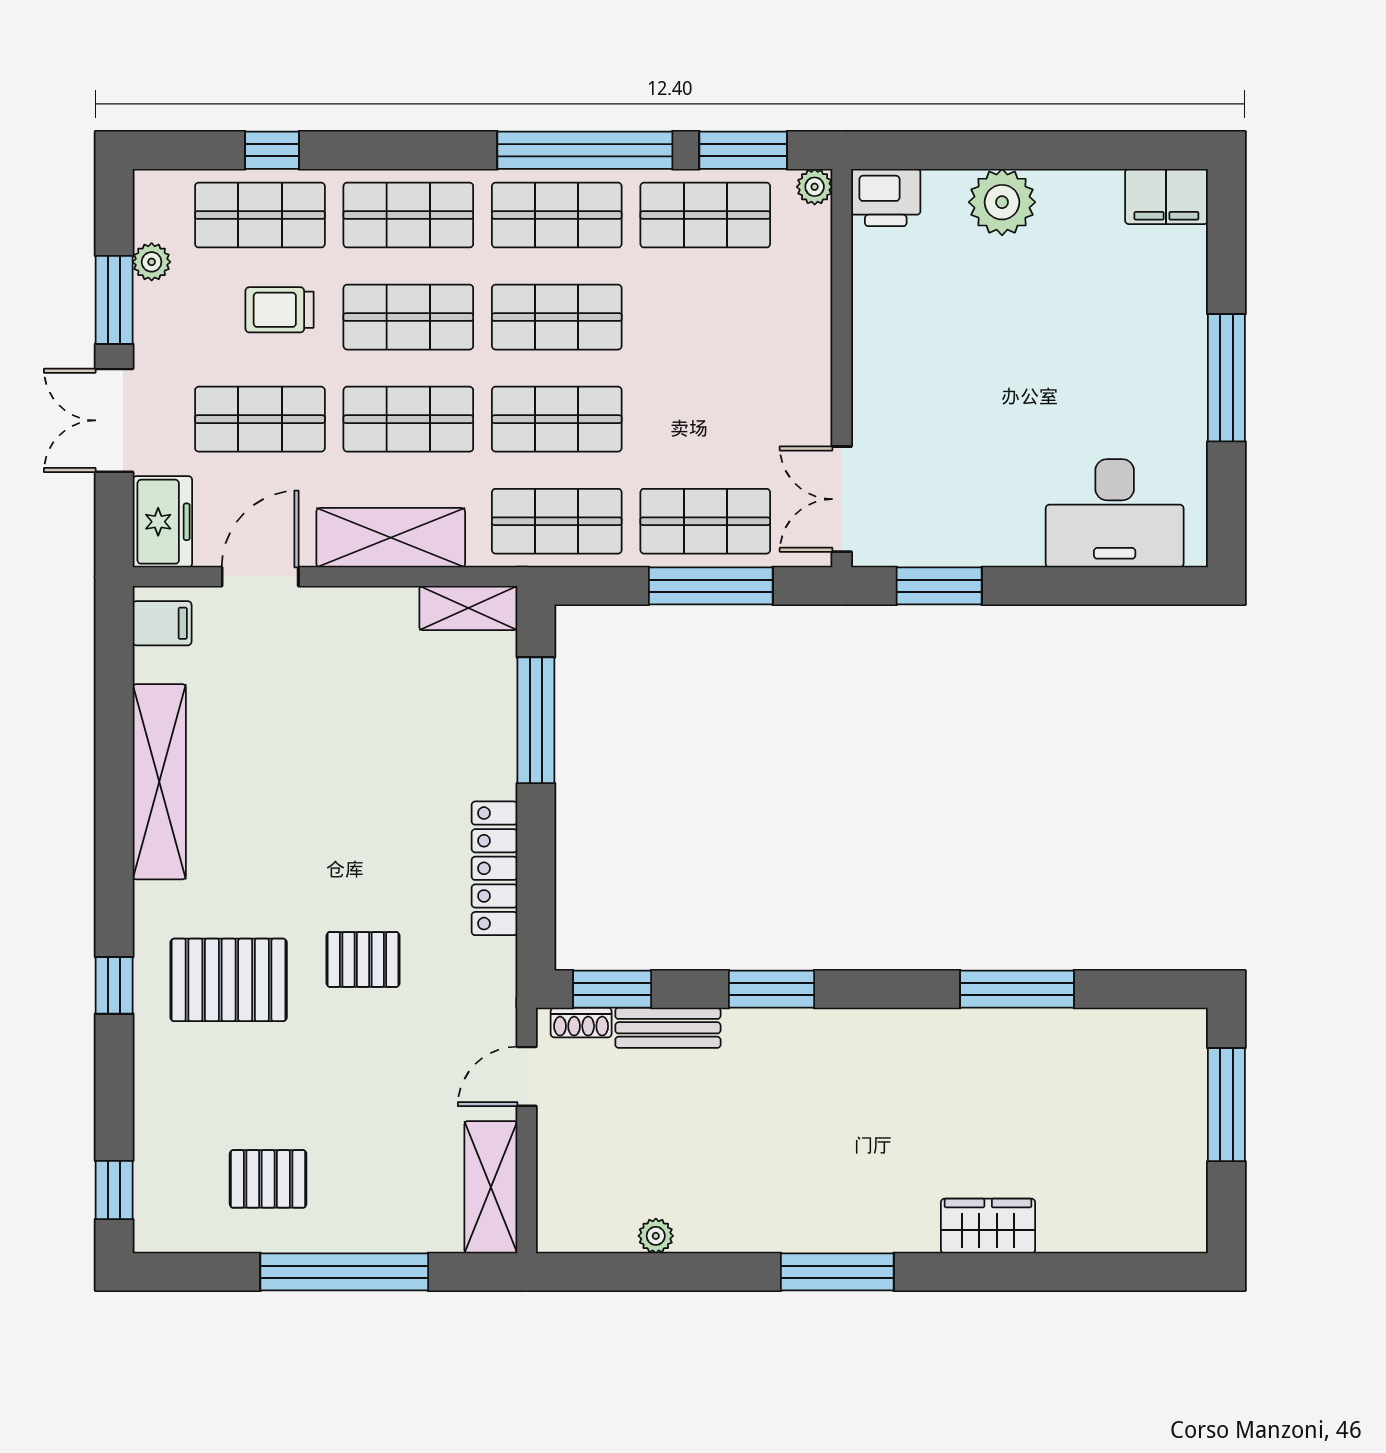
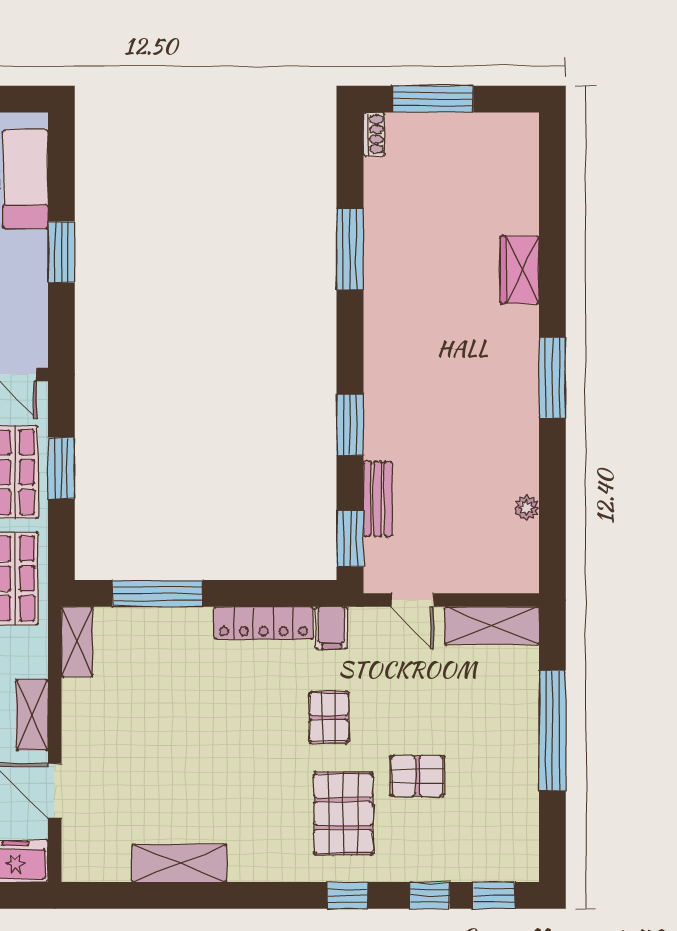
shelving: (391, 538) -> (32, 715), width x0.67, depth x0.75
window: (711, 586) -> (61, 468), width x0.69
window: (939, 586) -> (61, 252), moved
filing cabinet: (162, 623) -> (331, 628), moved, turned 180
shelving: (159, 782) -> (179, 863), width x0.68
shoe rack: (581, 1023) -> (374, 134), moved
window: (114, 1101) -> (430, 895), added
pallet: (268, 1179) -> (417, 776), moved, turned 90

